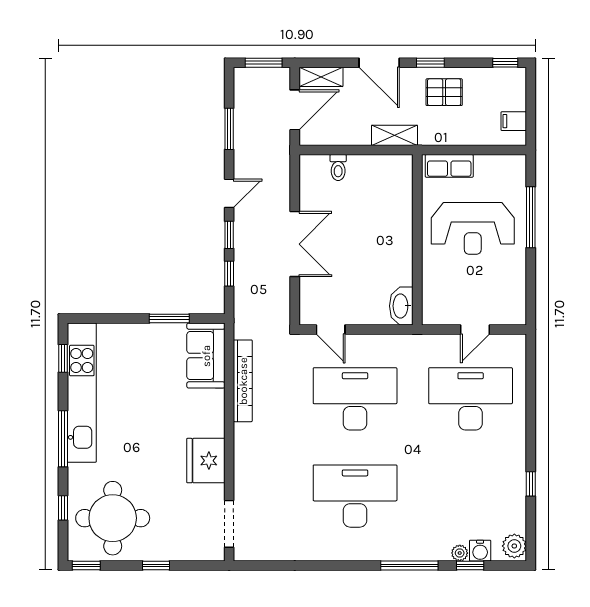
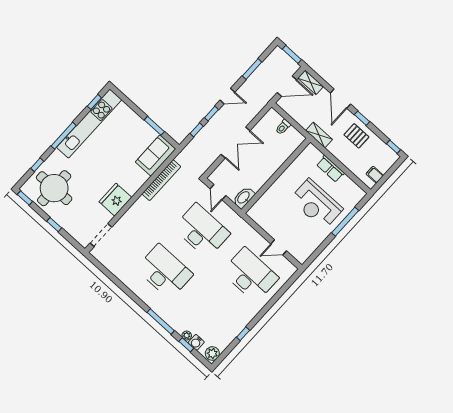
wall: (417, 240) -> (276, 176), moved
washbasin: (401, 306) -> (244, 198), moved

